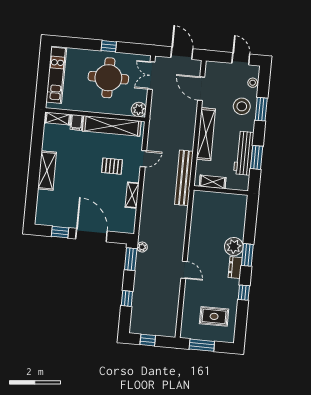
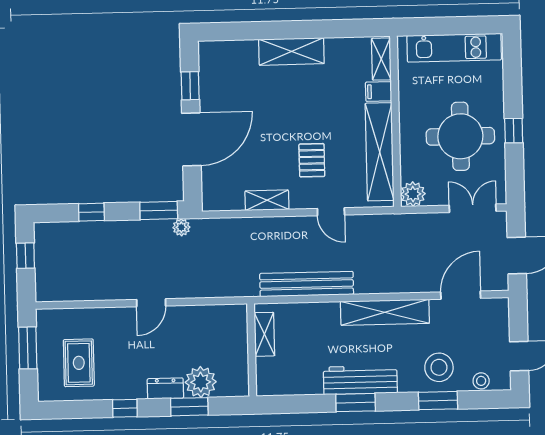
shelving: (213, 182) -> (264, 334), moved
wall: (221, 190) -> (252, 350), moved

